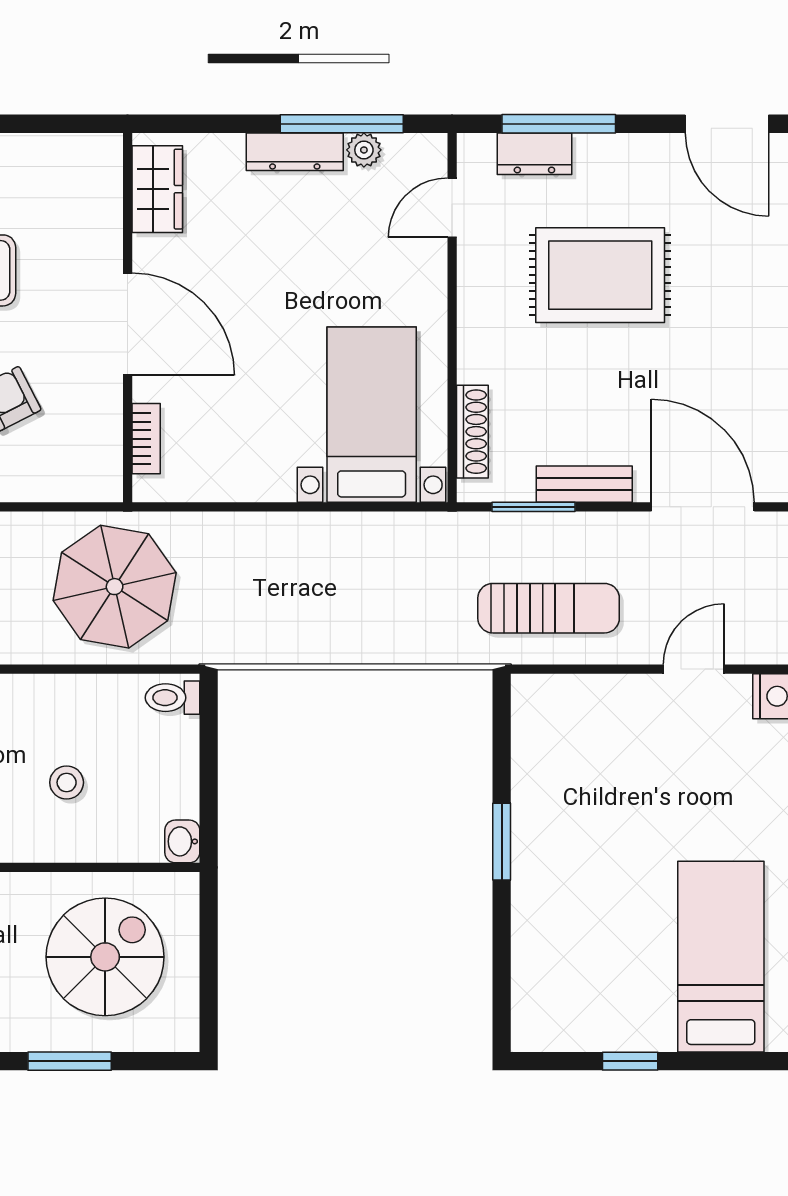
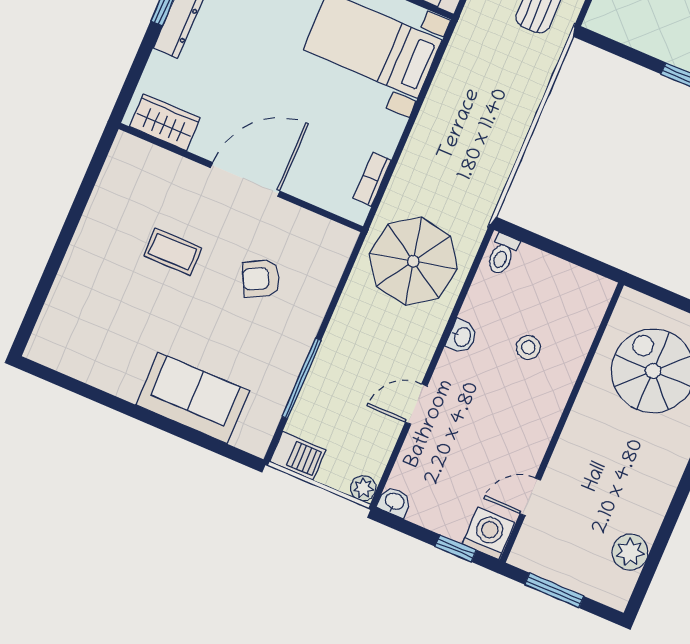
bookcase: (146, 439) -> (372, 179), moved, turned -90
washbasin: (182, 841) -> (462, 337), moved, turned -90

